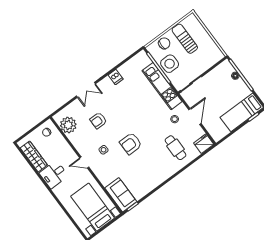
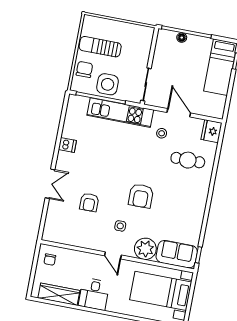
plant: (68, 125) -> (145, 249), moved
door: (84, 163) -> (113, 255), hinge flipped

